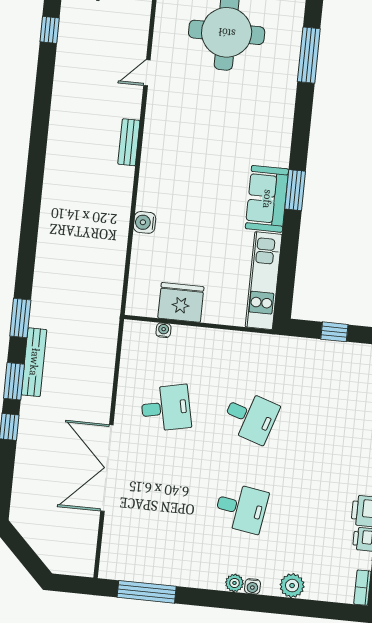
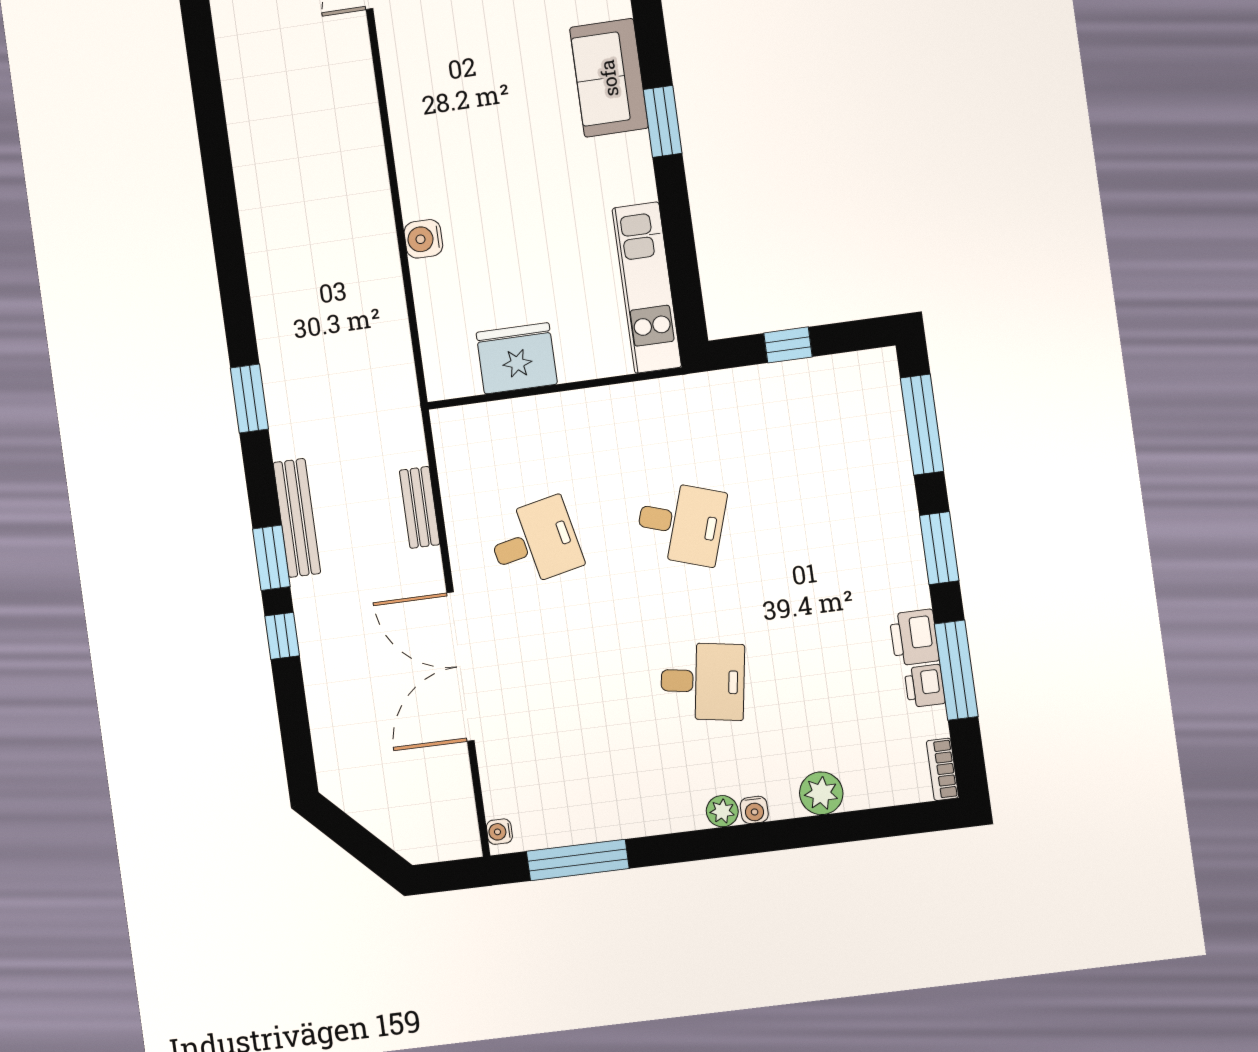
bench: (129, 142) -> (420, 507), moved
sofa: (267, 199) -> (609, 78), moved
window: (20, 318) -> (249, 399), moved
water cooler: (163, 330) -> (499, 832), moved, turned -90

